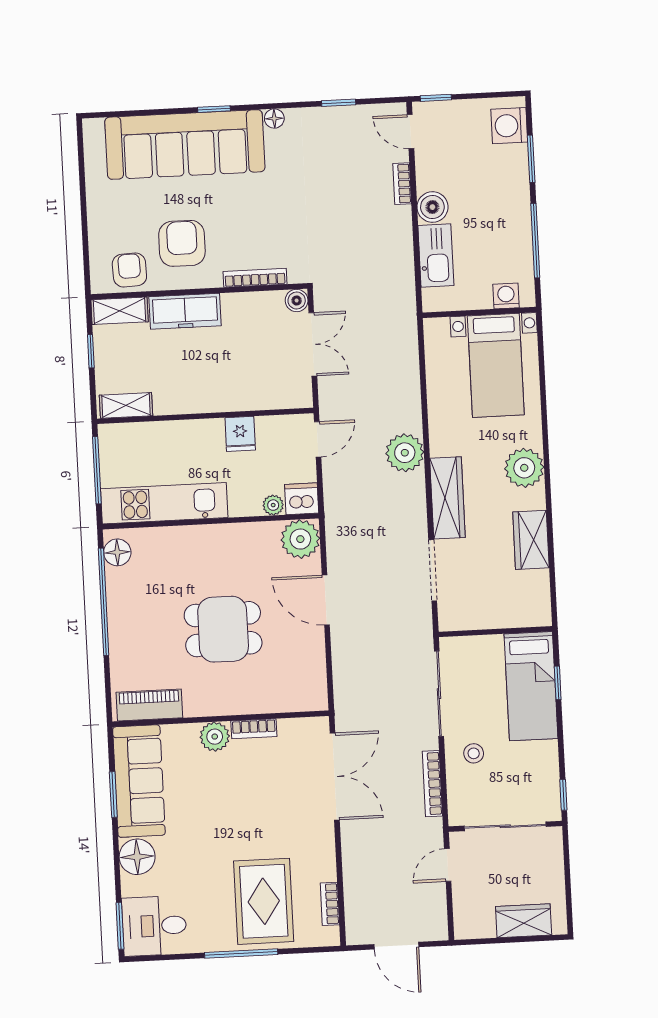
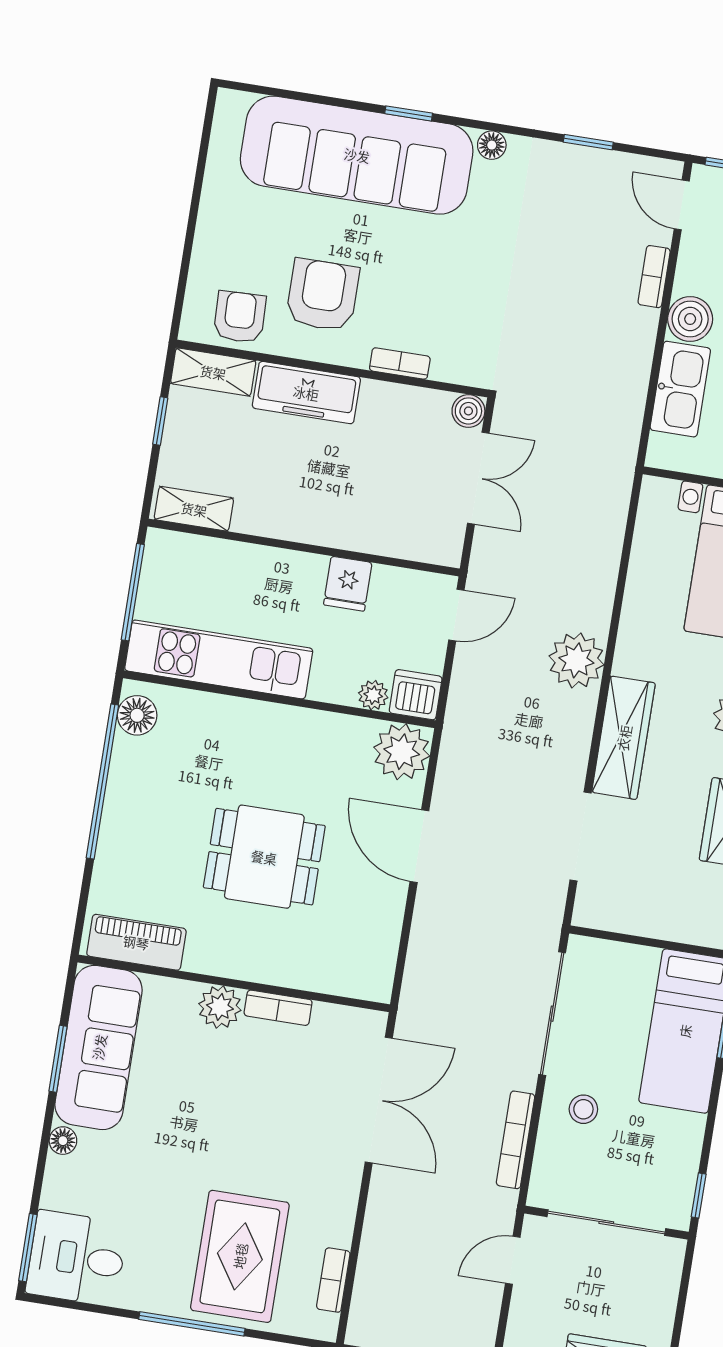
bookcase: (255, 278) -> (400, 363), width x0.64
floor lamp: (137, 857) -> (63, 1141), width x0.53, depth x0.53

